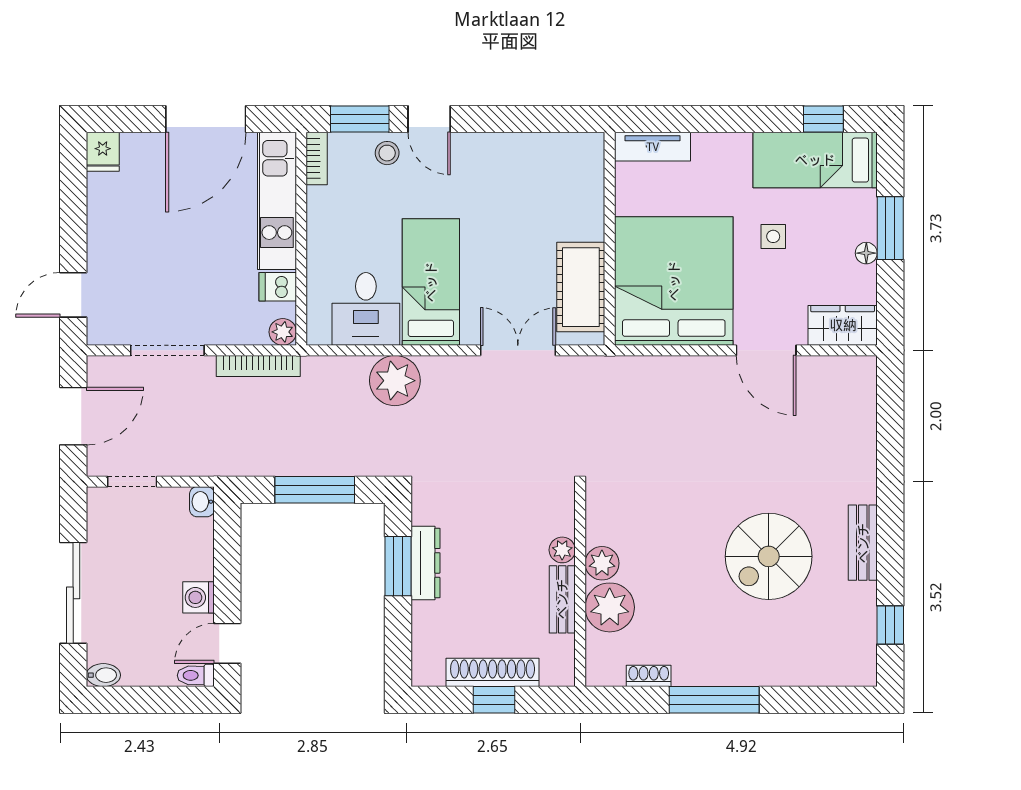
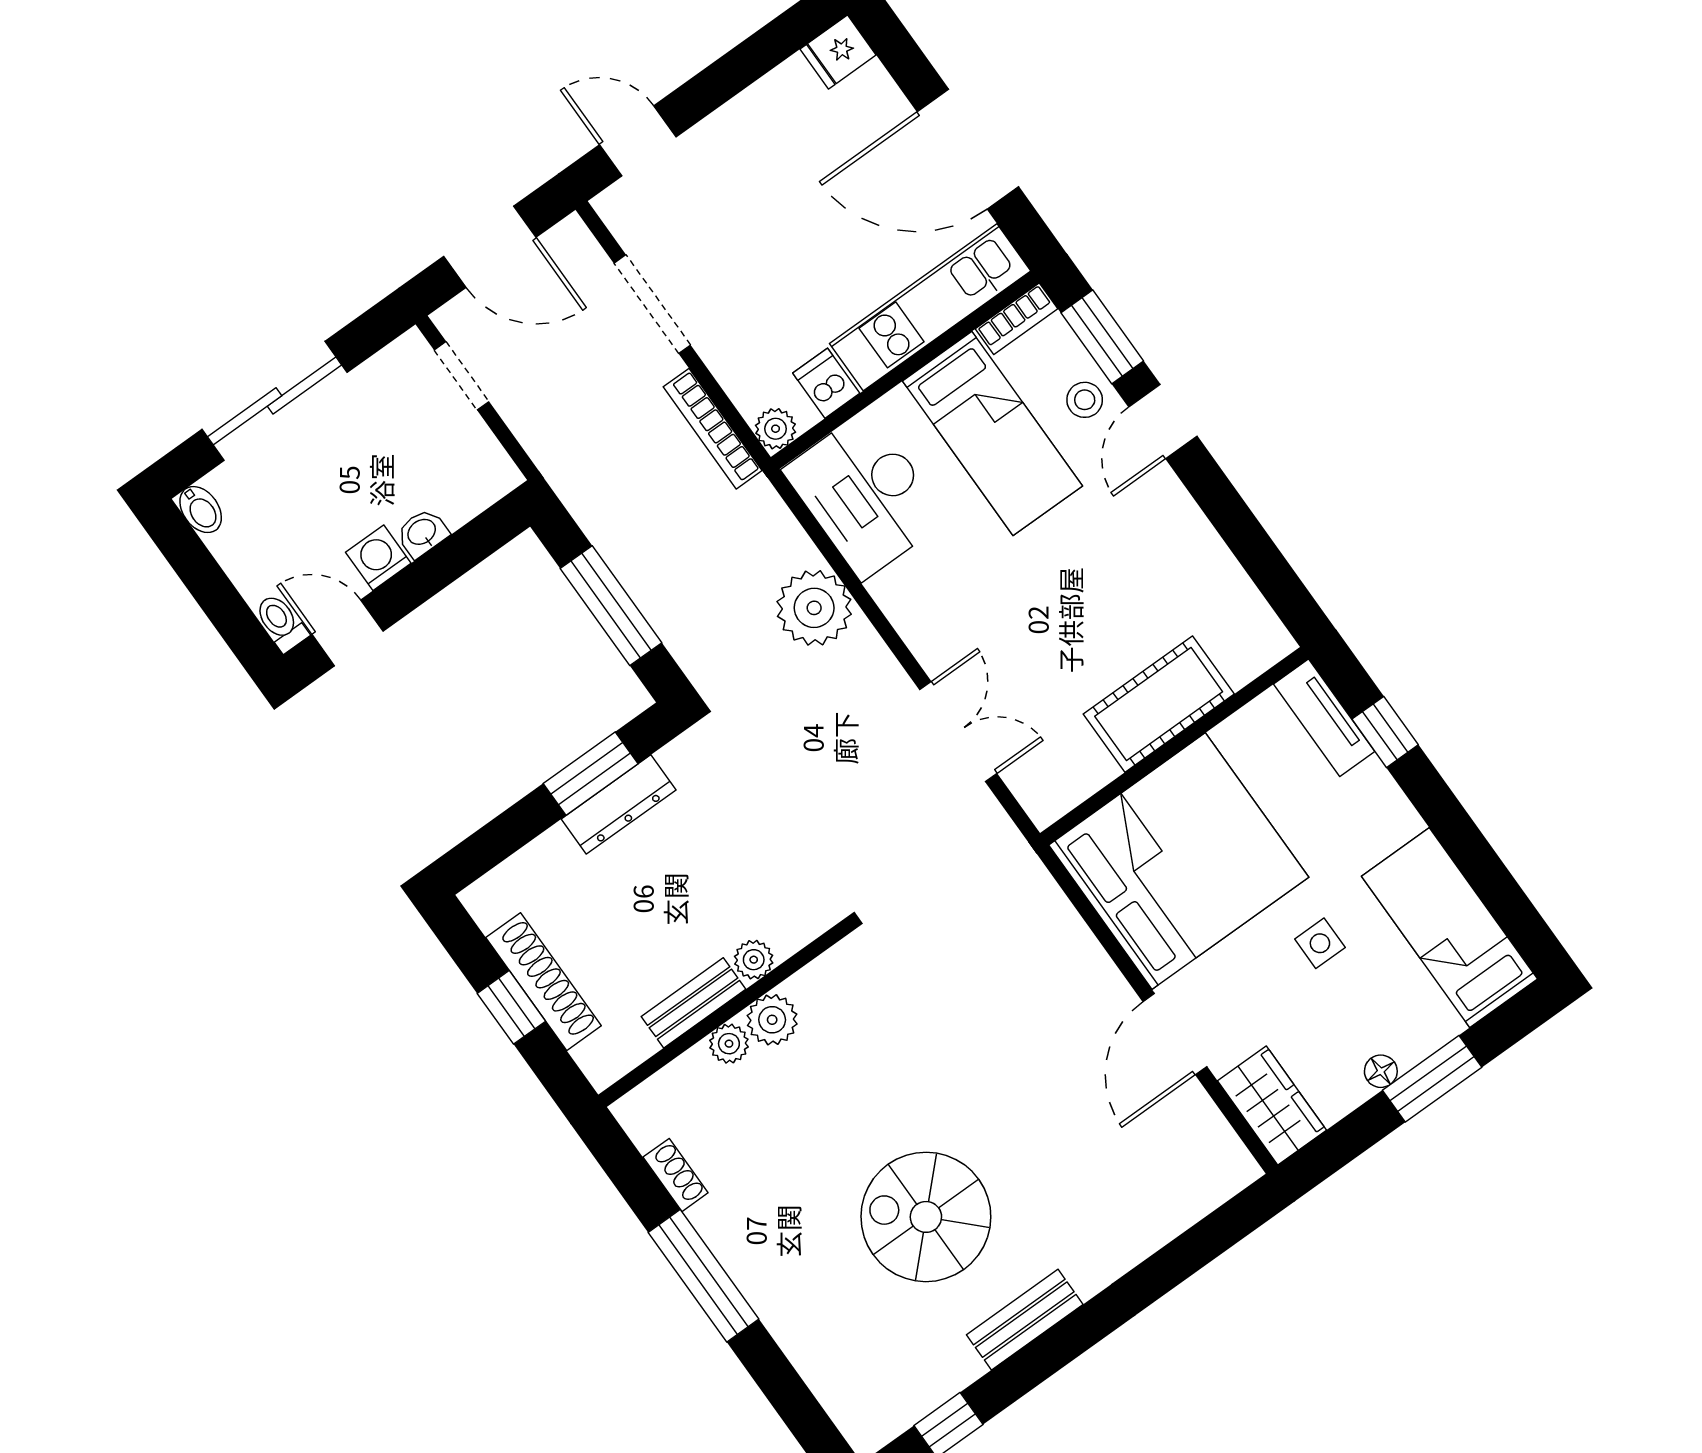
window: (823, 119) -> (1385, 732), moved
bed: (431, 282) -> (992, 433), moved, turned 90
cot: (581, 287) -> (1159, 704), moved
desk: (366, 309) -> (865, 495), width x1.37
washbasin: (202, 502) -> (422, 533), moved
plant: (610, 607) -> (729, 1044), width x0.53, depth x0.53

